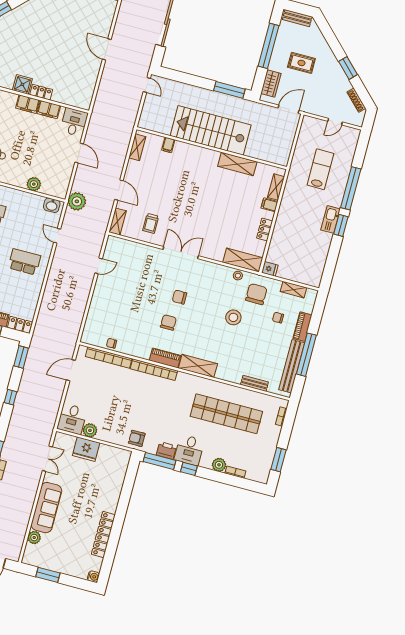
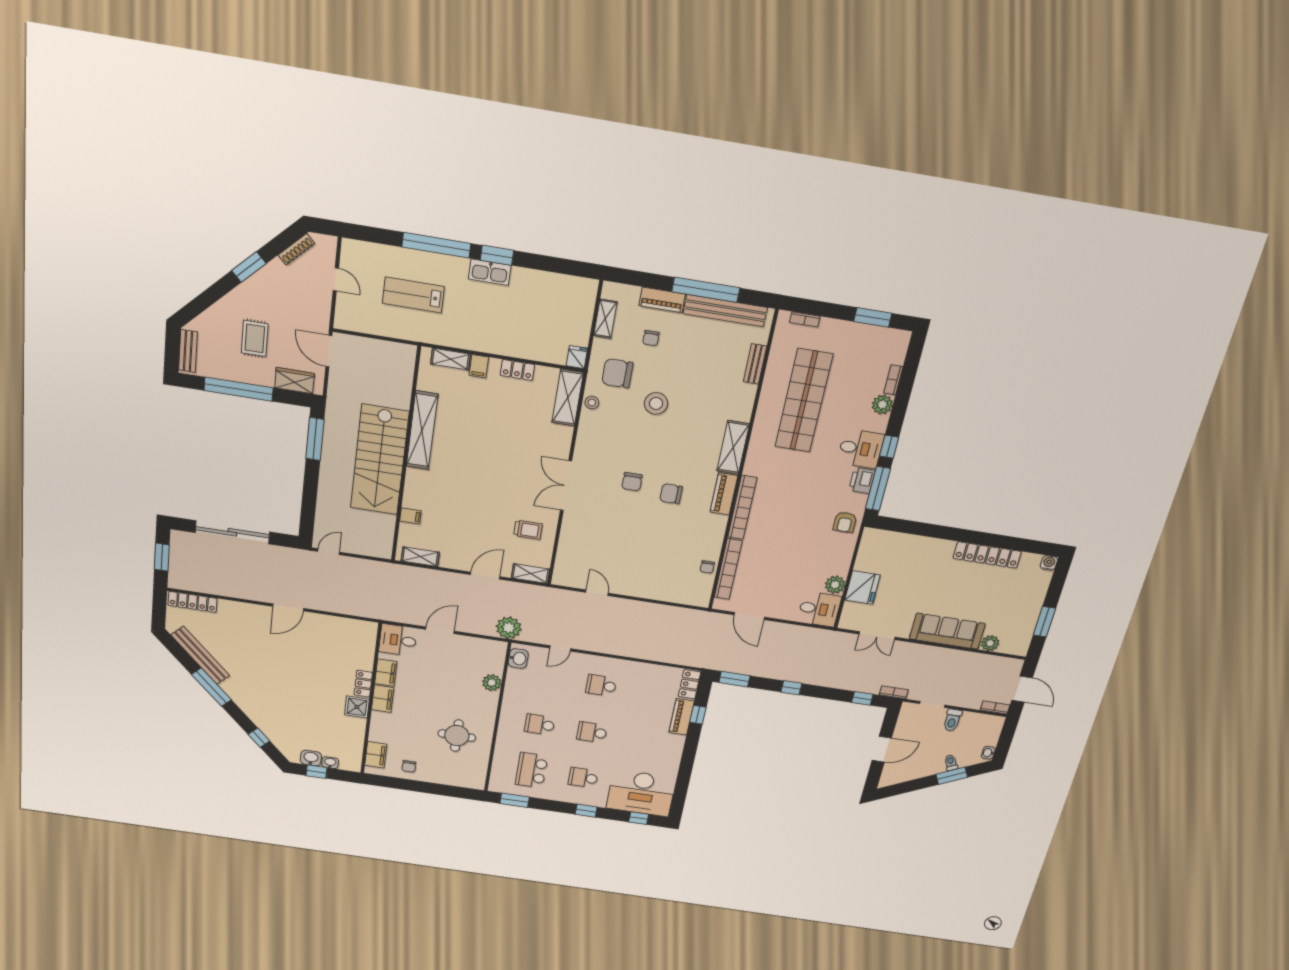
shelving: (237, 164) -> (422, 430), width x1.47
school desk: (25, 262) -> (601, 685), width x0.54
double door: (47, 459) -> (877, 636), swing flipped

